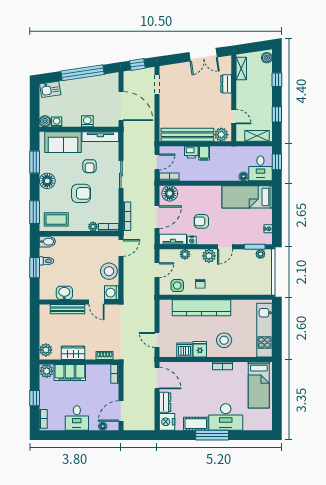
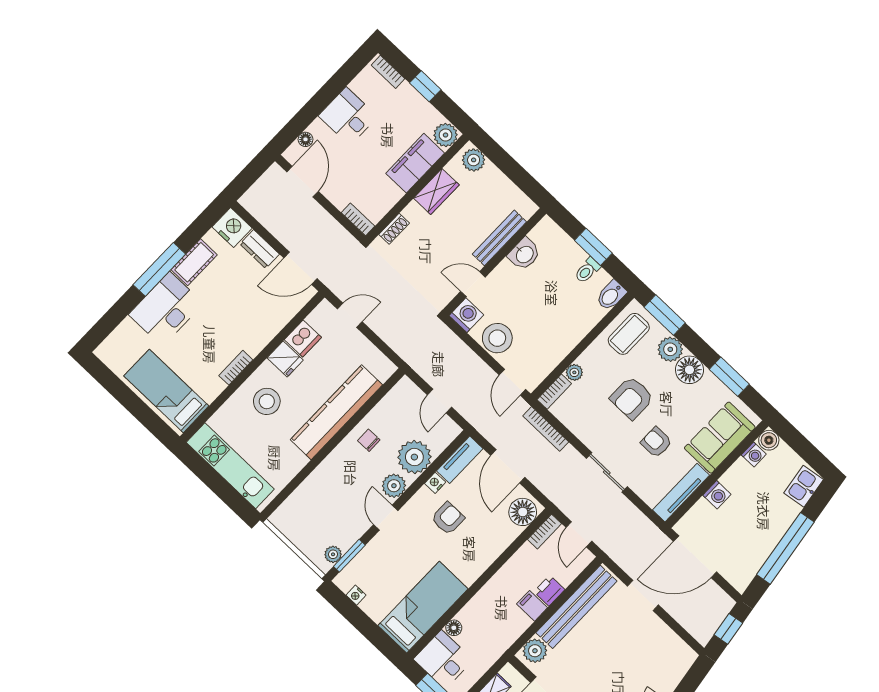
doorway: (157, 85) -> (643, 595), moved
plant: (46, 197) -> (670, 349), added
plant: (185, 254) -> (414, 457), width x1.87, depth x1.87
side table: (177, 286) -> (395, 408), removed

